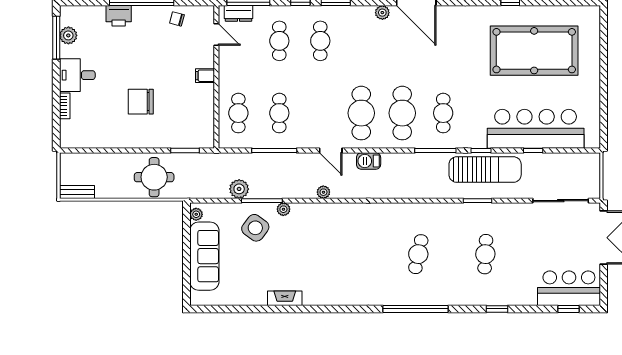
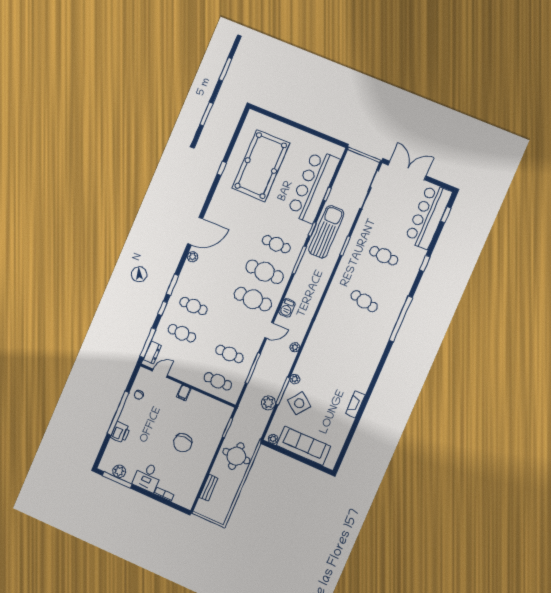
bench: (77, 192) -> (209, 488), moved
bar counter: (569, 288) -> (428, 216), width x1.36

